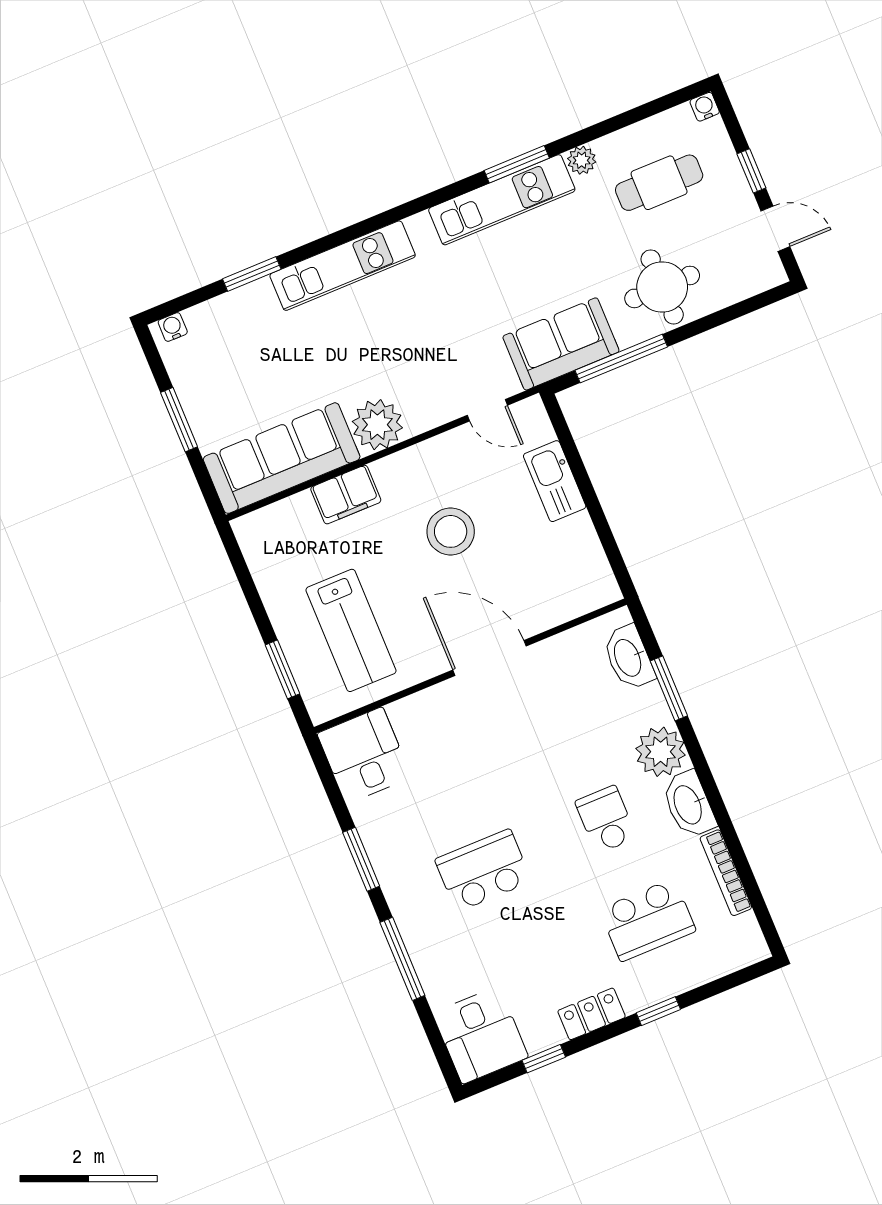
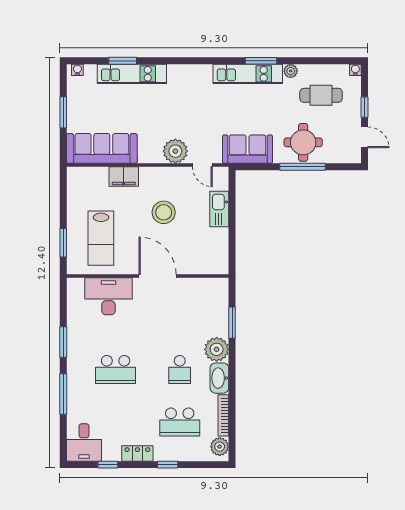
kitchen unit: (343, 266) -> (132, 74), moved
window: (621, 359) -> (302, 167), moved
plant: (377, 425) -> (175, 151), moved
washbasin: (629, 657) -> (220, 301), removed
desk: (364, 755) -> (108, 296), moved, width x1.37
school desk: (606, 820) -> (180, 369), turned 180
school desk: (483, 870) -> (116, 369), turned 180
plant: (743, 936) -> (220, 447), added

